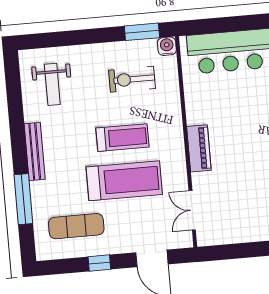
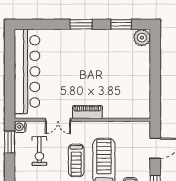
treadmill: (122, 138) -> (76, 160), turned 180
double door: (192, 210) -> (58, 120), moved

